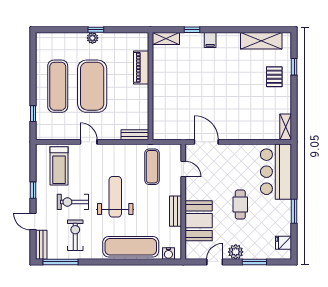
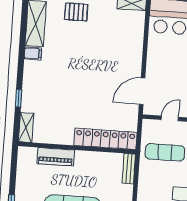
filing cabinet: (210, 40) -> (33, 53), moved
locker: (160, 112) -> (105, 139), added

